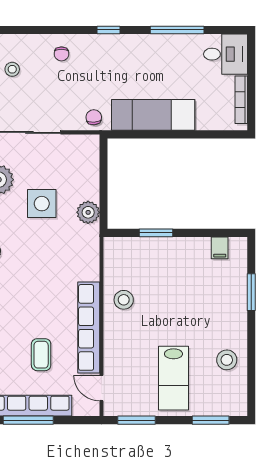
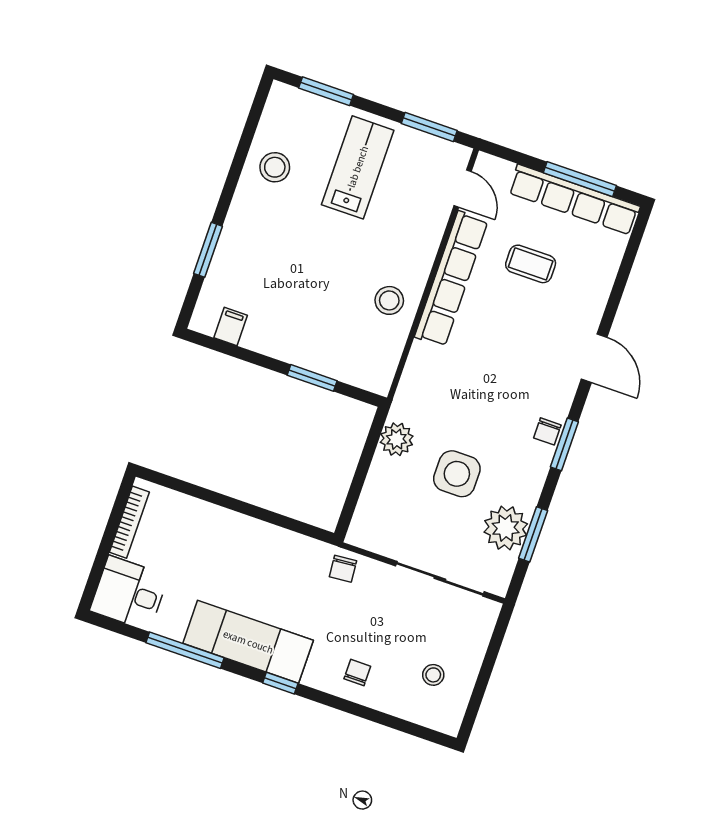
exam couch: (153, 115) -> (248, 642), moved, turned 180
coffee table: (41, 355) -> (531, 264), turned 90

